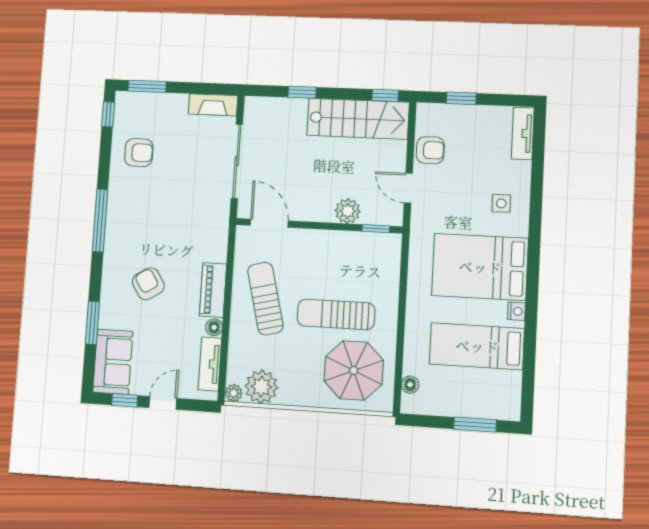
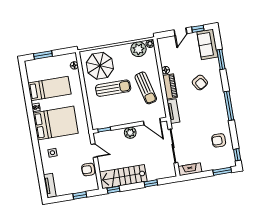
plant: (348, 211) -> (130, 133), moved
tv unit: (210, 364) -> (173, 111), moved

